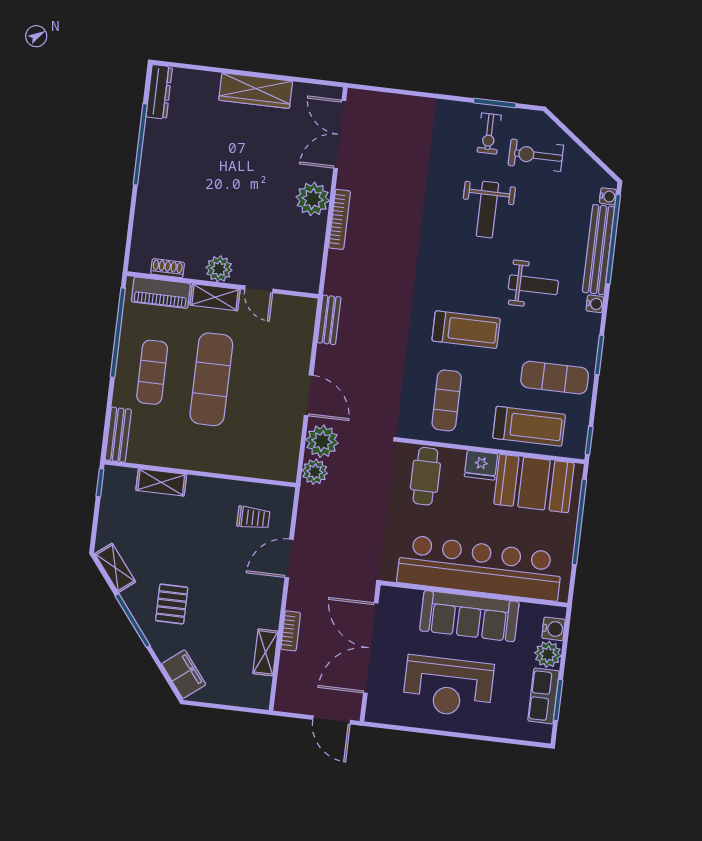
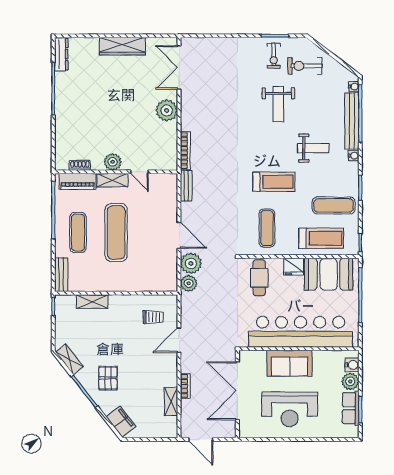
bookcase: (340, 219) -> (185, 150), moved
sofa: (469, 616) -> (289, 363), width x0.73
door: (332, 720) -> (201, 439), moved

